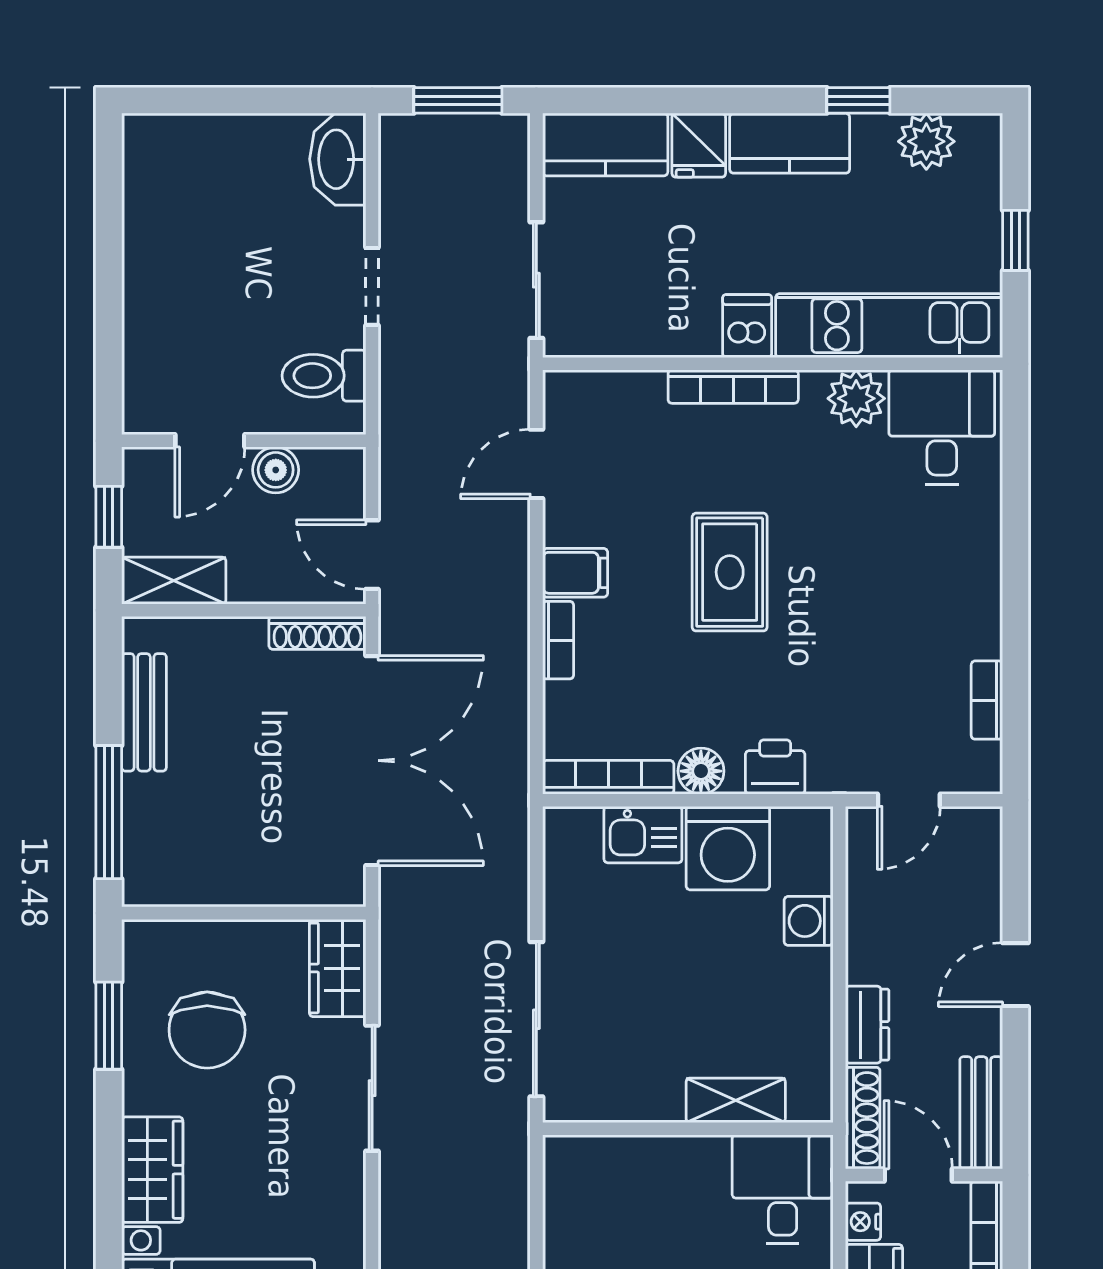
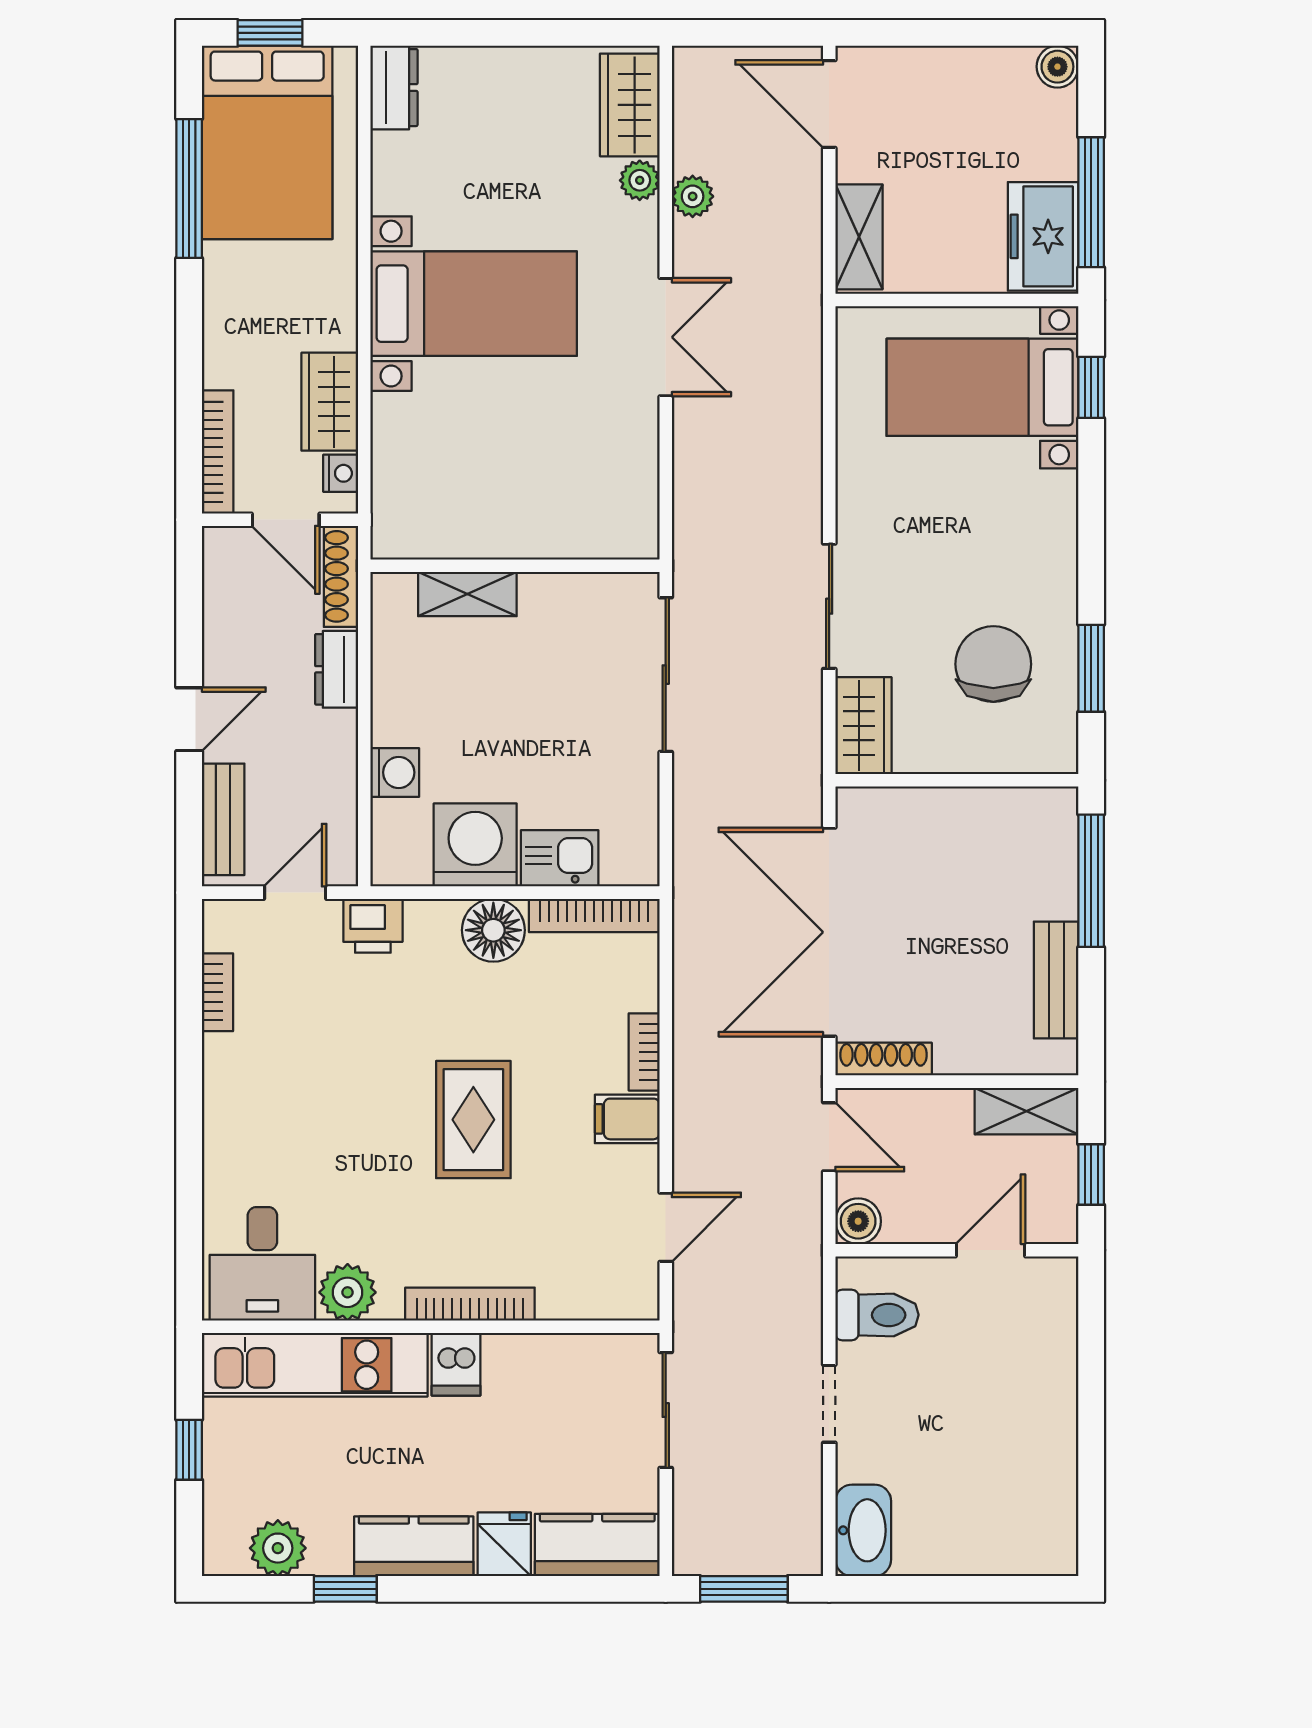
boiler: (276, 470) -> (858, 1221), moved
printer: (775, 767) -> (373, 926), moved
floor lamp: (701, 771) -> (493, 930), width x1.38, depth x1.38
bench: (981, 1113) -> (223, 819), moved
wardrobe: (152, 1170) -> (1048, 525), removed
desk: (783, 1189) -> (421, 505), removed

